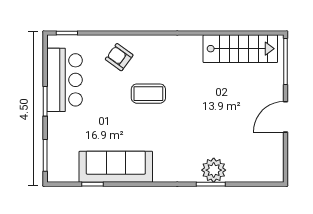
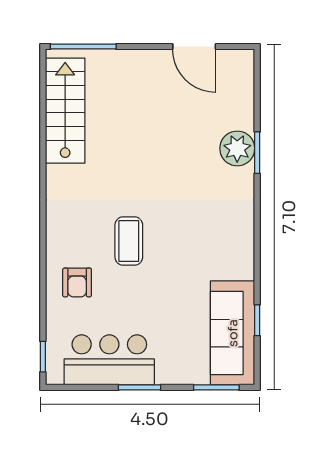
armchair: (119, 57) -> (77, 282), turned -36
door: (286, 117) -> (194, 47), moved
sofa: (116, 167) -> (233, 333), moved

